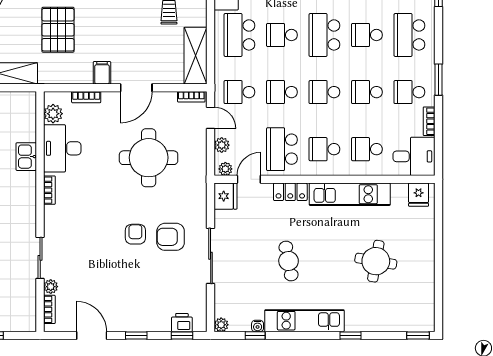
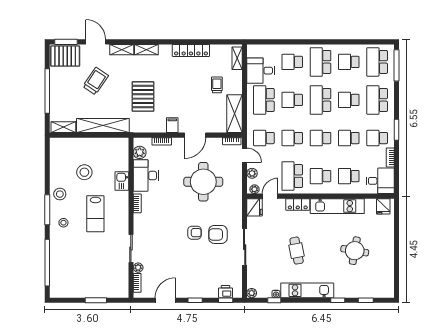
armchair: (135, 234) -> (195, 233), turned 90
door: (92, 335) -> (165, 300), hinge flipped
window: (418, 335) -> (366, 300), moved

